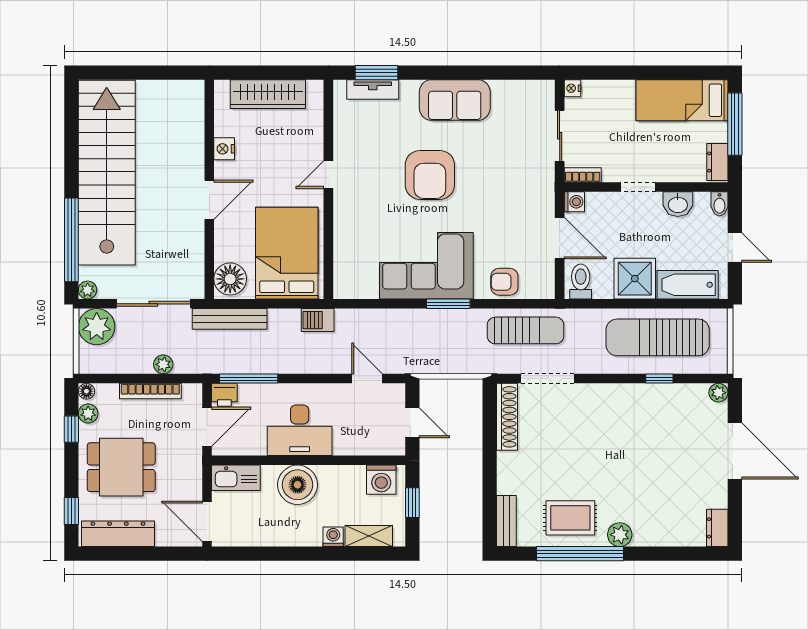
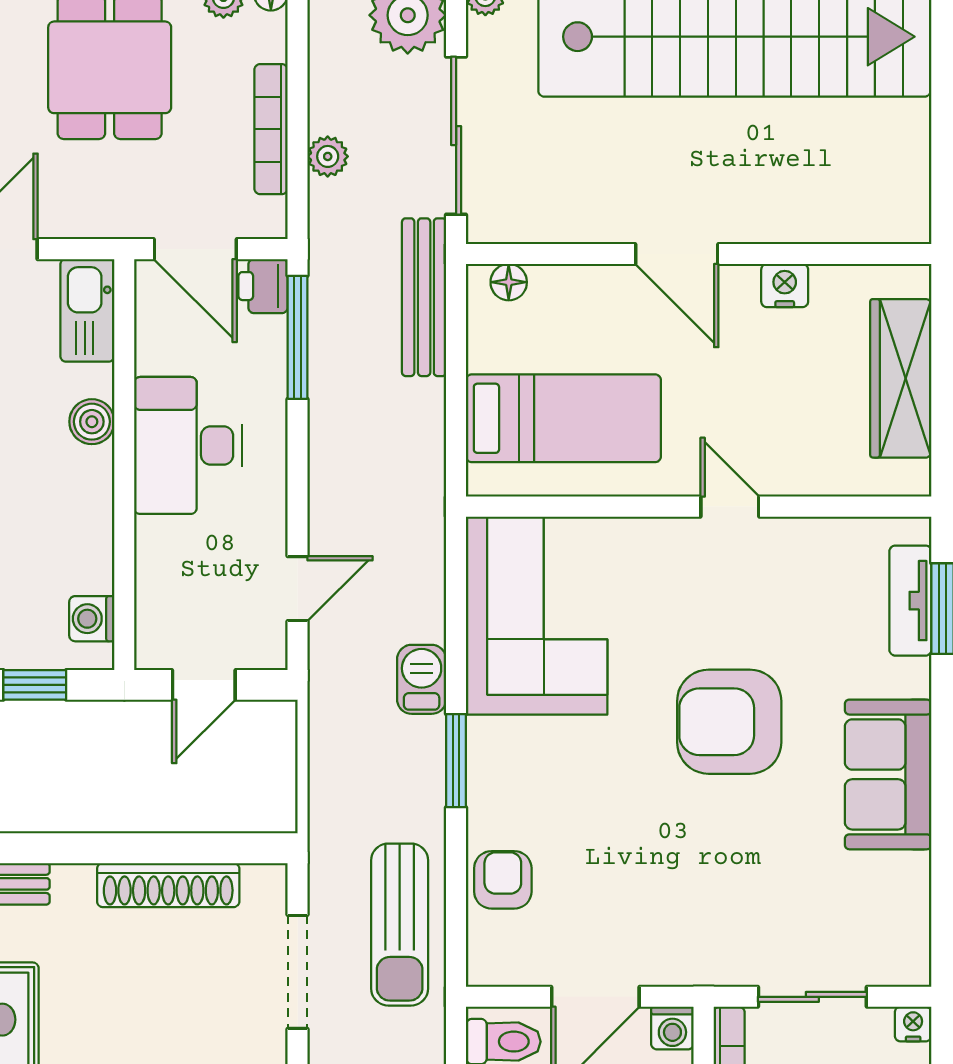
bed: (287, 253) -> (563, 418), width x0.67
corner sofa: (426, 266) -> (537, 616), moved
floor lamp: (230, 279) -> (509, 282), width x0.53, depth x0.53
barbecue: (318, 320) -> (422, 679), moved
shoe rack: (507, 417) -> (168, 885), moved
washing machine: (381, 480) -> (92, 619), width x0.73, depth x0.73
boiler: (298, 485) -> (92, 422), width x0.54, depth x0.54

